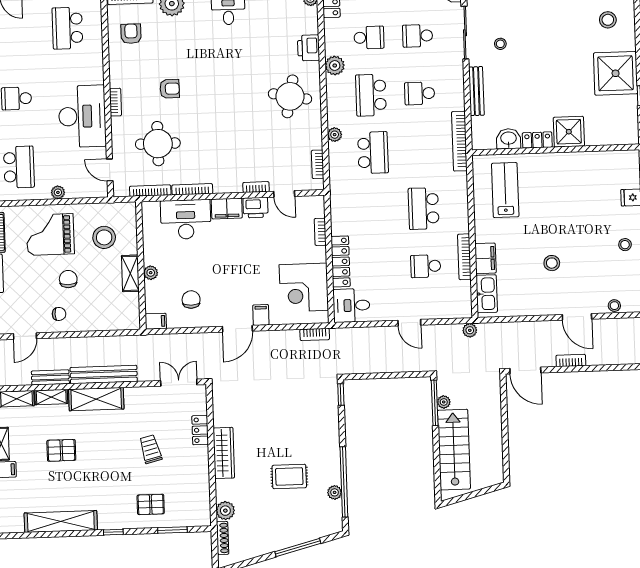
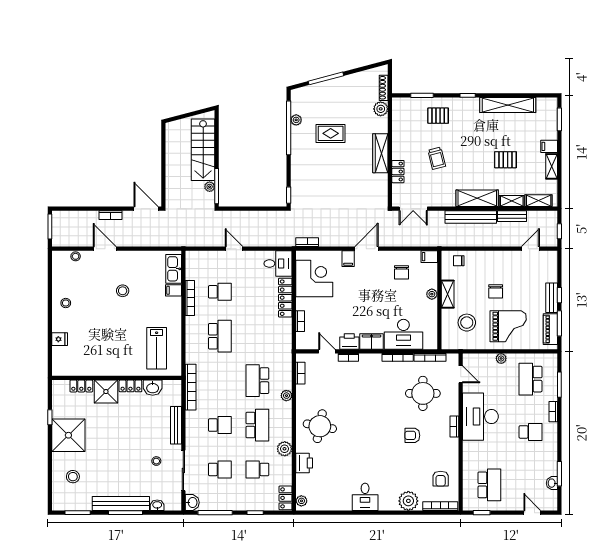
locker: (601, 138) -> (81, 386), added
filing cabinet: (486, 258) -> (174, 290), width x0.50
chair: (59, 314) -> (459, 261), moved
plant: (470, 330) -> (188, 241), removed

